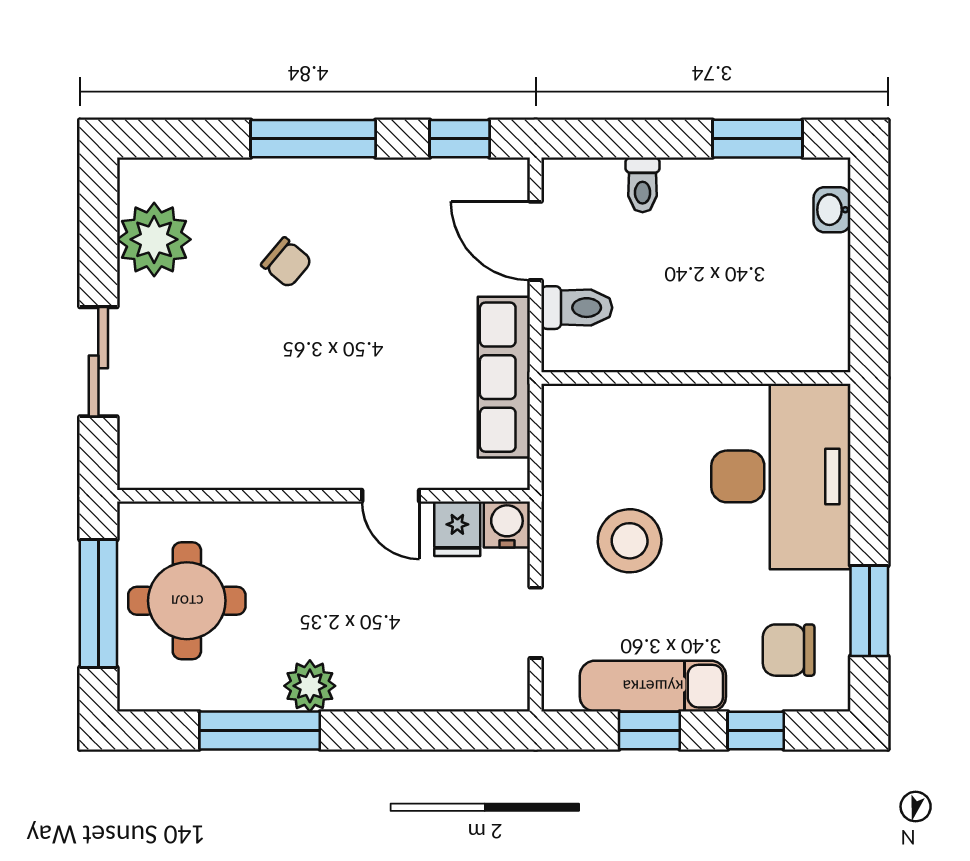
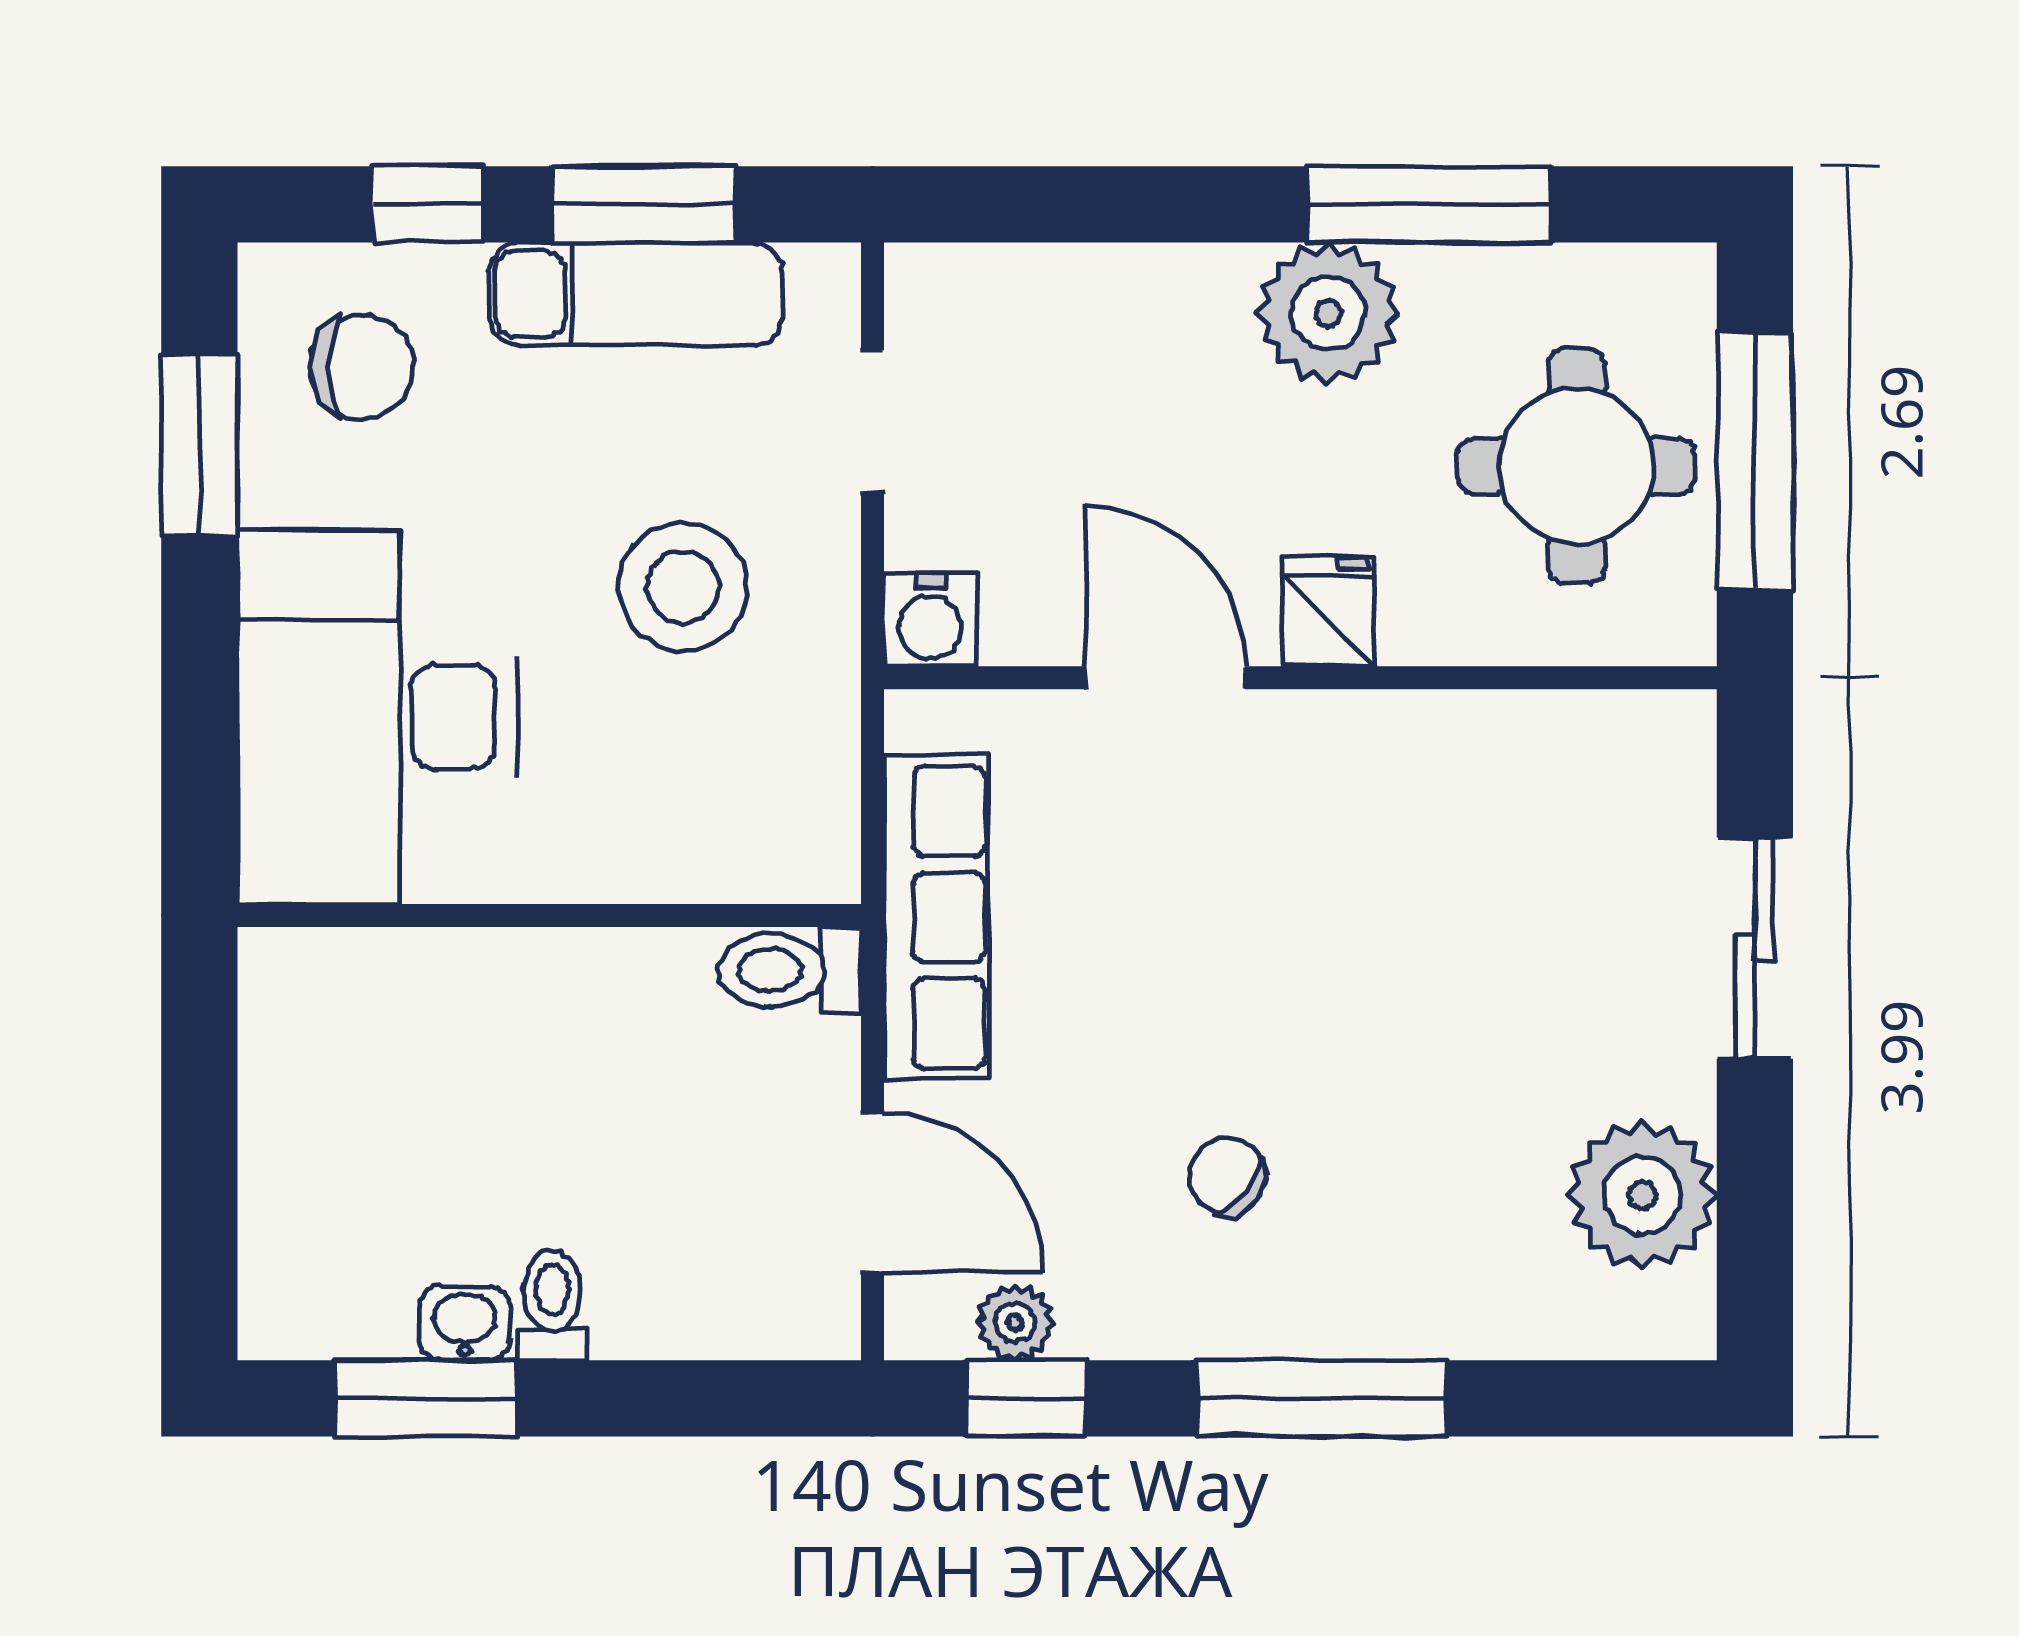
plant: (465, 176) -> (1015, 1323), added
toilet: (643, 185) -> (552, 1305), moved
washbasin: (832, 210) -> (465, 1323), moved, turned -90
chair: (287, 263) -> (1227, 1176), moved
toilet: (577, 308) -> (790, 970), moved
door: (391, 496) -> (1165, 678), width x1.38
fridge: (457, 529) -> (1328, 611), moved
plant: (310, 686) -> (1328, 313), width x1.36, depth x1.36
window: (649, 730) -> (643, 204), width x1.50

